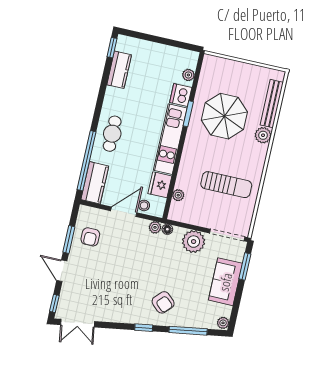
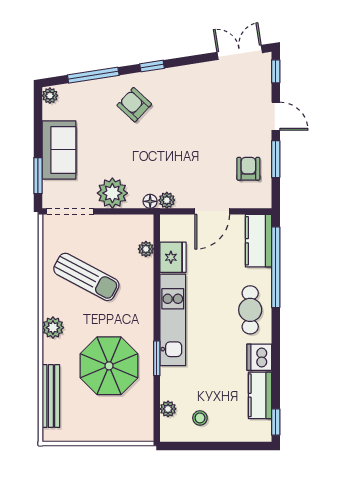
dishwasher: (181, 95) -> (259, 357), moved, turned 180
plant: (263, 135) -> (53, 328), moved
sun lounger: (226, 185) -> (86, 277), turned -152
stool: (144, 205) -> (200, 418), moved

